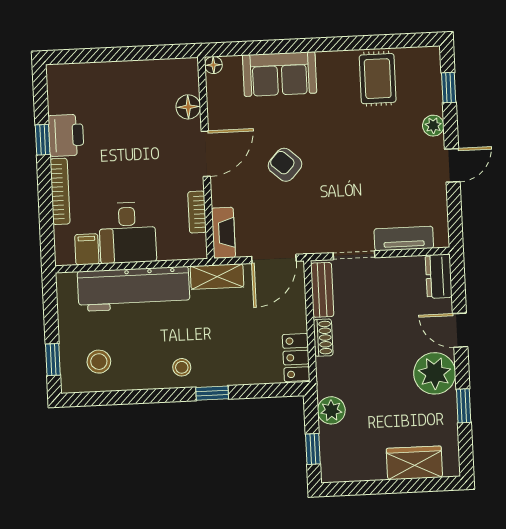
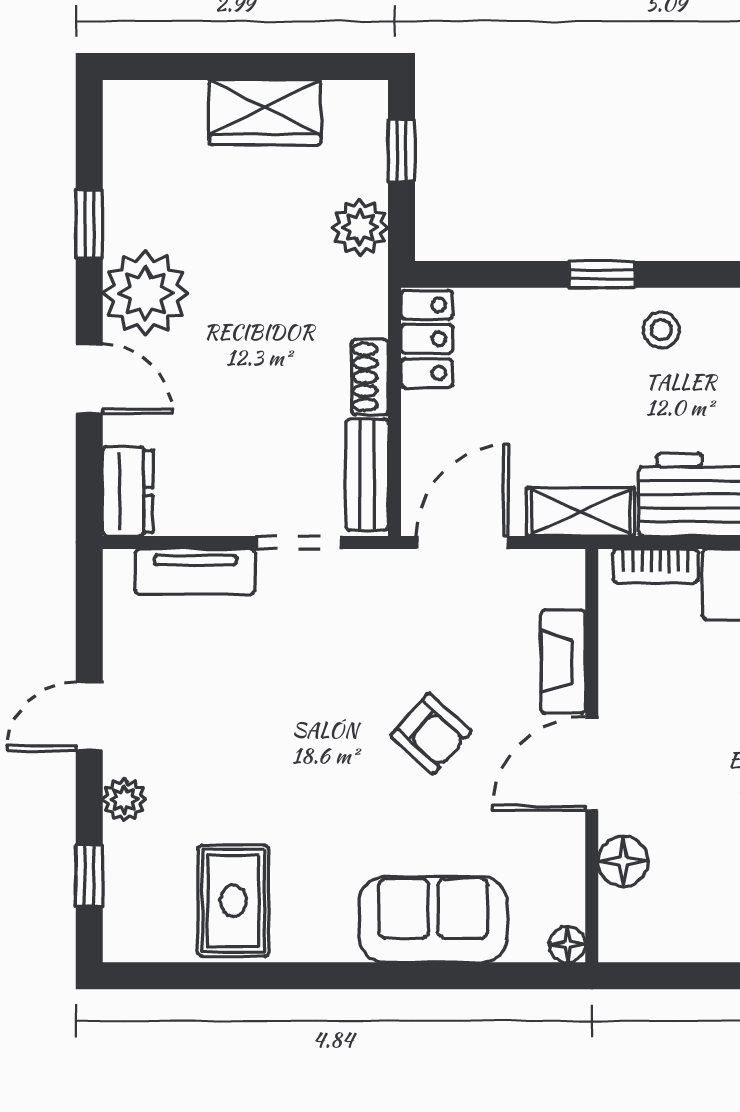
bookcase: (197, 212) -> (655, 566), moved, turned 90
fireplace: (223, 233) -> (563, 662), moved
wardrobe: (414, 463) -> (265, 112), moved

